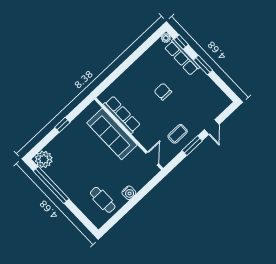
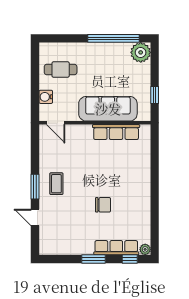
row of seats: (122, 115) -> (116, 132), moved
sofa: (112, 134) -> (108, 109), moved
wall: (129, 134) -> (95, 123), moved
door: (152, 159) -> (56, 123), moved

